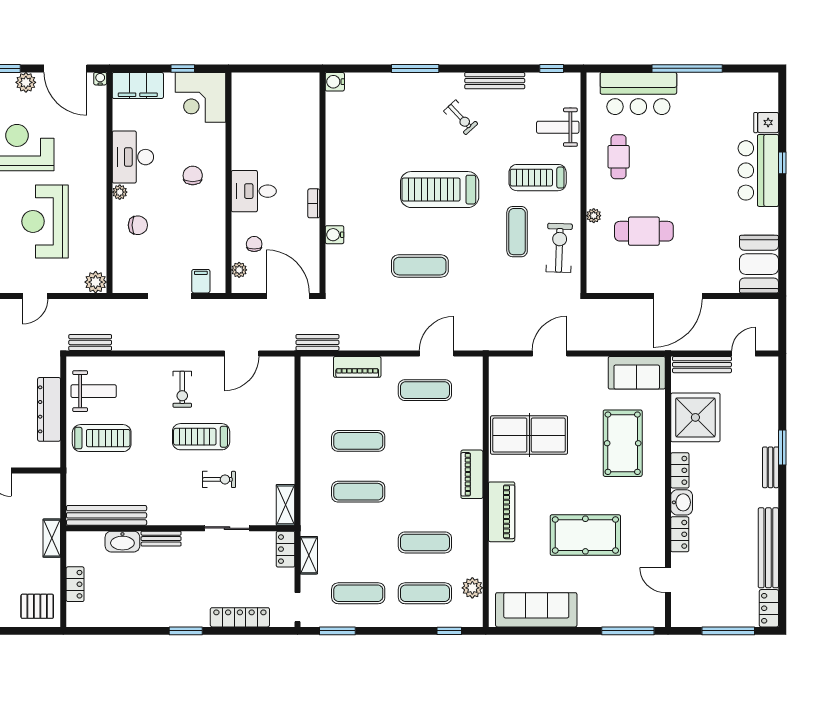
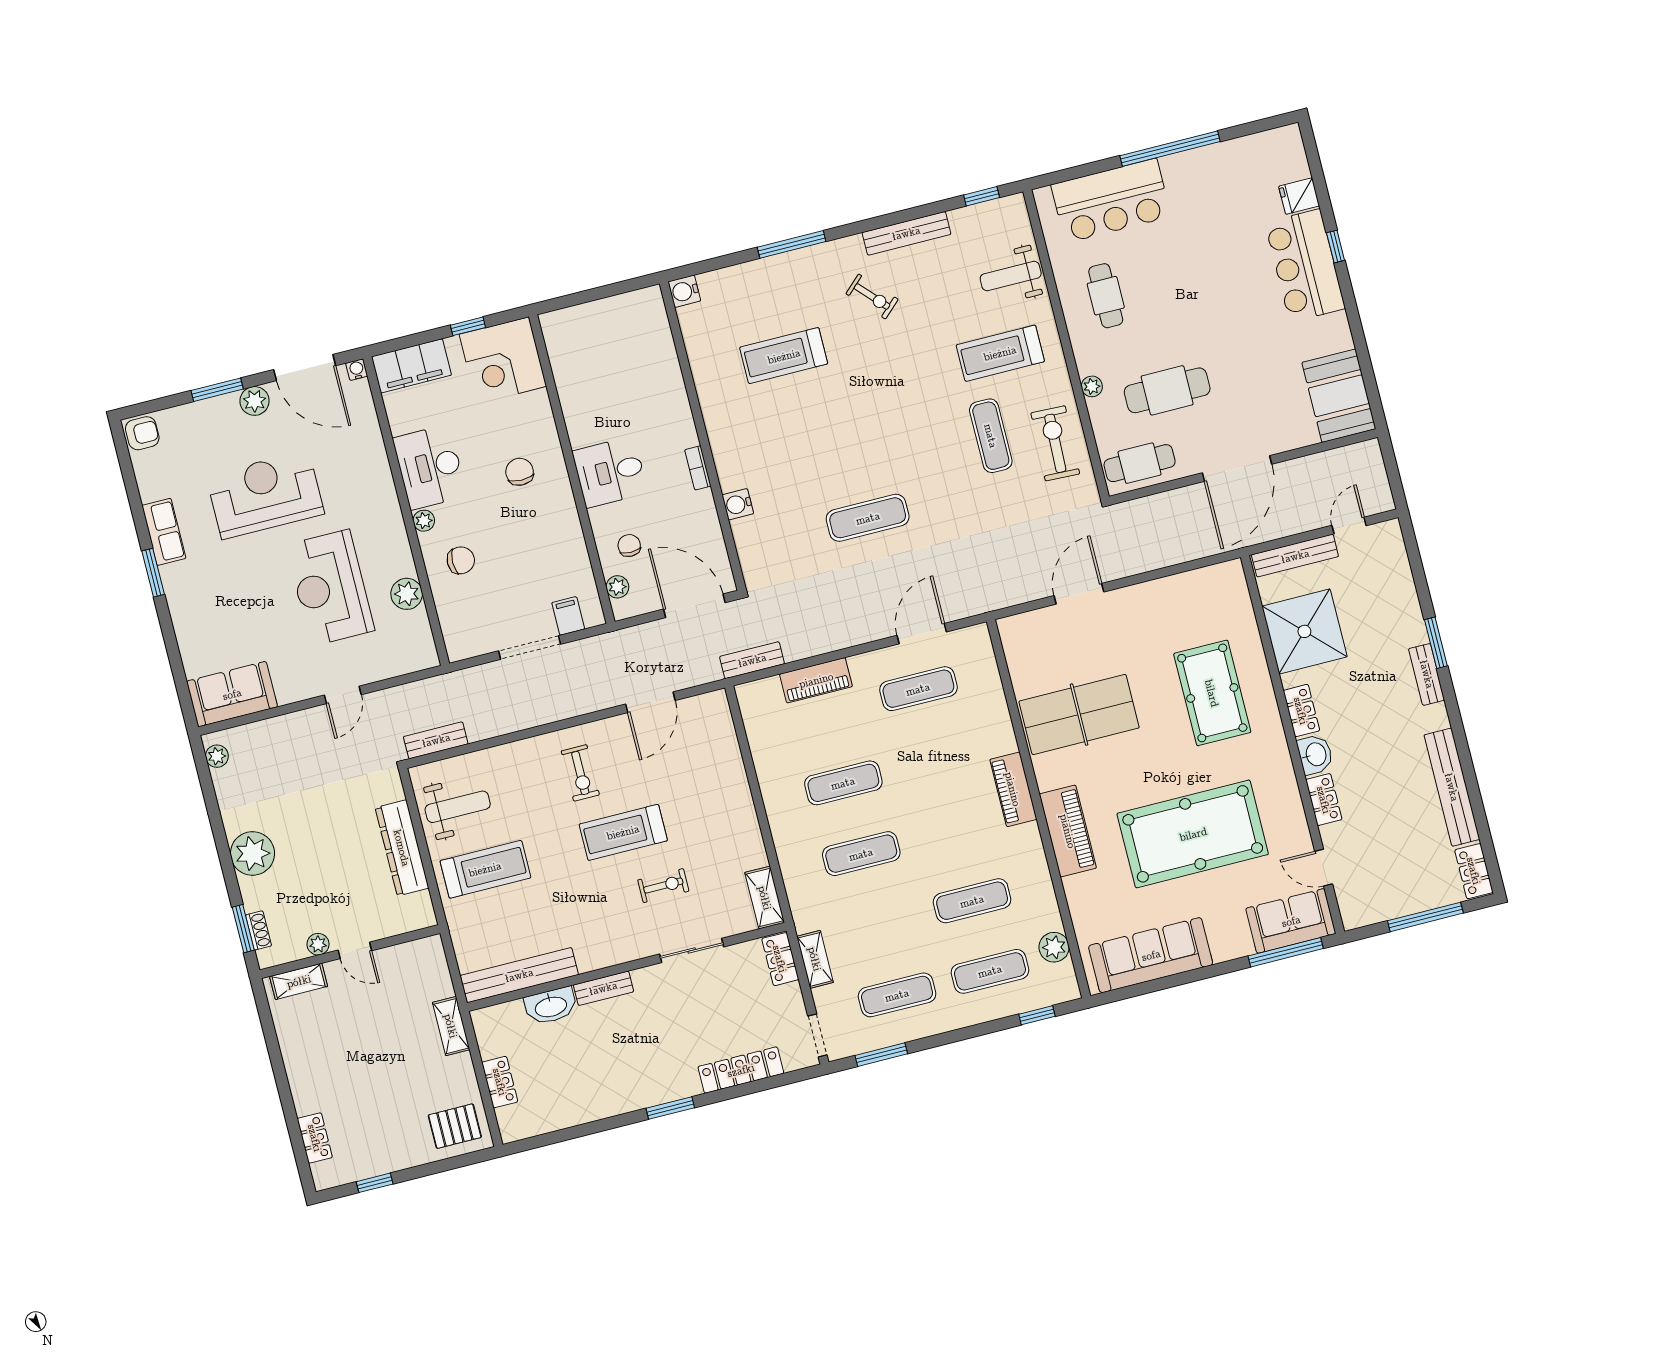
treadmill: (440, 190) -> (784, 356), moved, width x0.73, depth x0.73
cafe table: (613, 276) -> (1140, 463), added
plant: (96, 282) -> (407, 594), moved
sofa: (637, 373) -> (1291, 921), moved, turned 180
pool table: (585, 535) -> (1193, 834), width x1.36, depth x1.32

